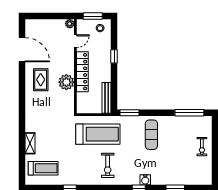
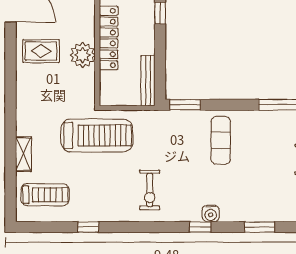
rug: (41, 80) -> (41, 51), turned 90
treadmill: (98, 134) -> (97, 135), moved

